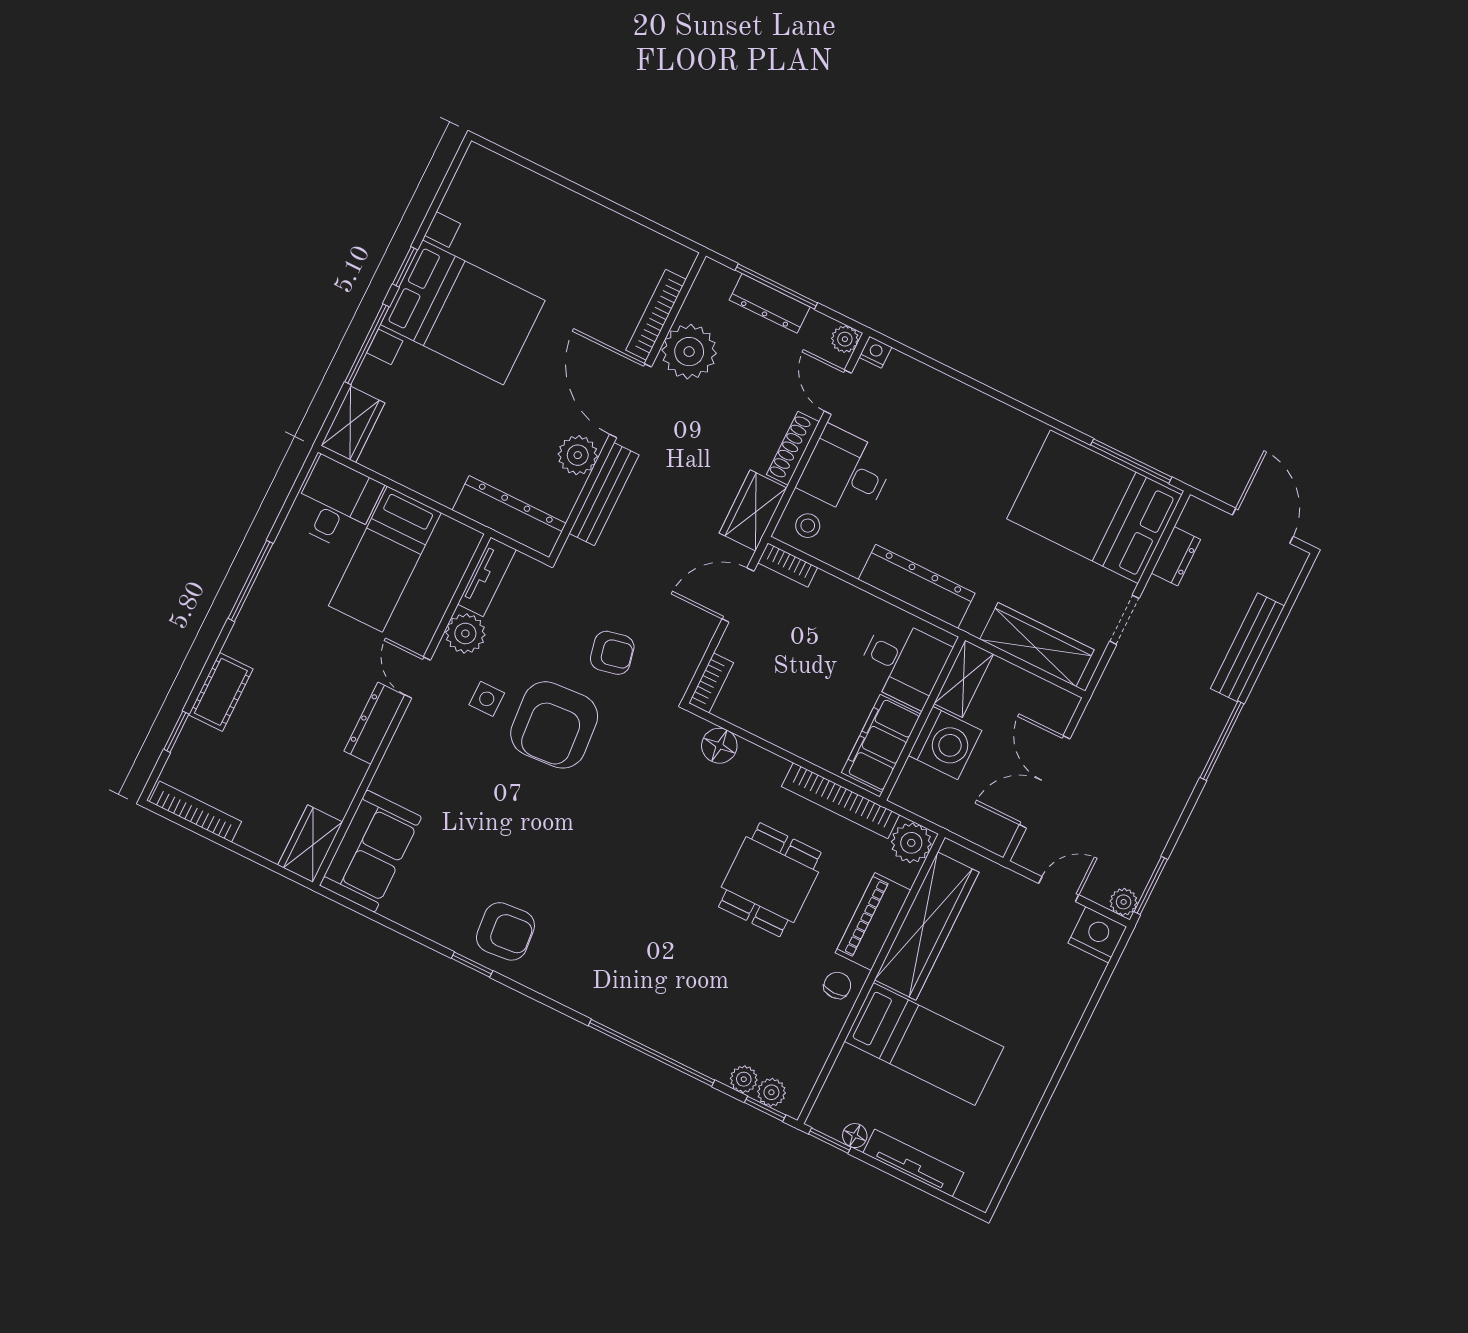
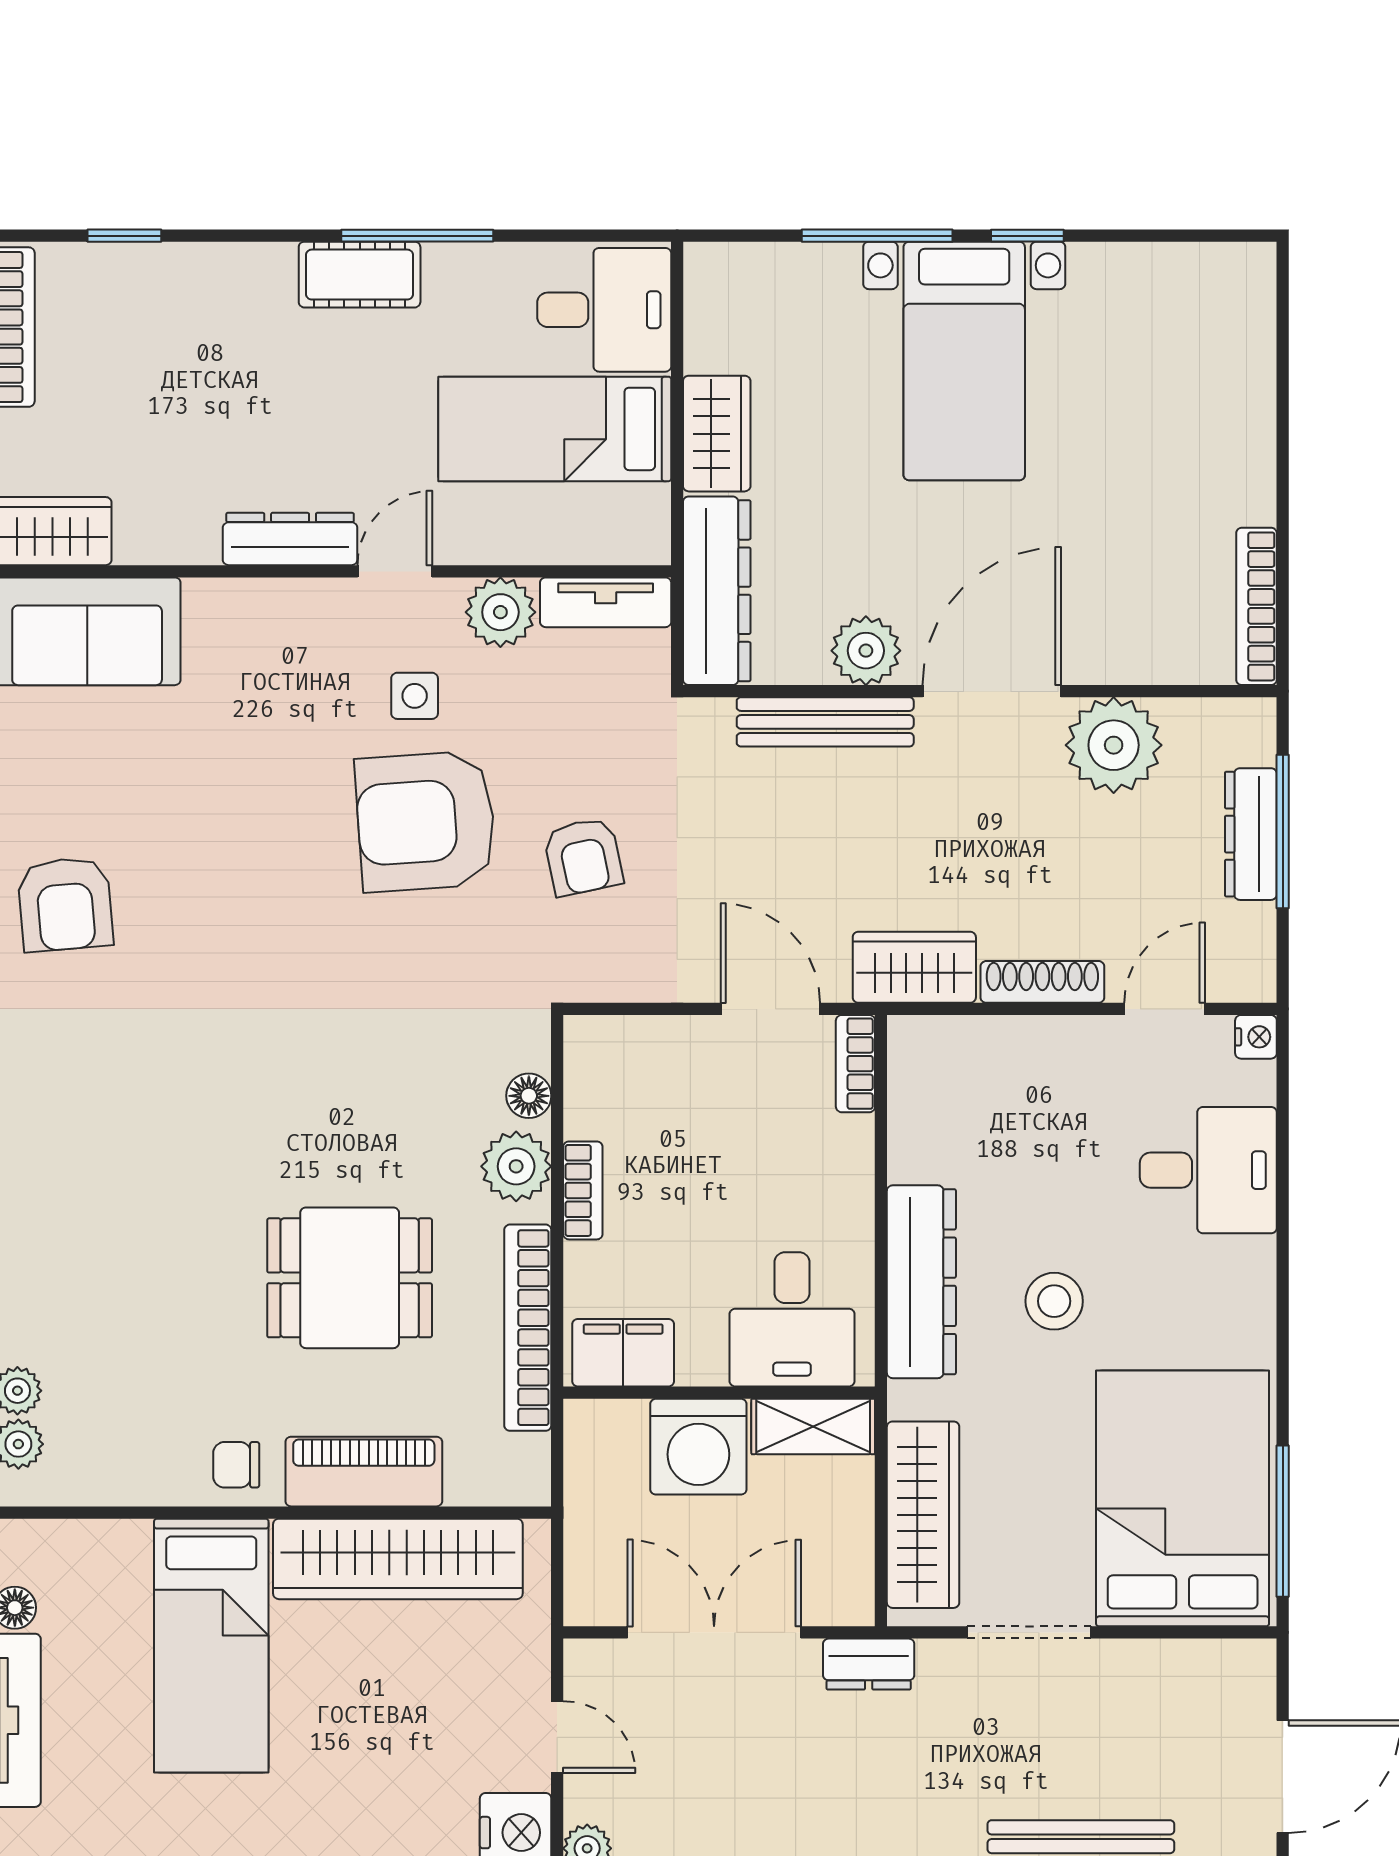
bed with nightstands: (463, 312) -> (964, 361), width x0.73
bookcase: (656, 315) -> (1256, 606), moved, turned -90
plant: (845, 339) -> (1253, 979), removed
wardrobe: (353, 424) -> (717, 434), moved, turned -90
desk: (846, 472) -> (1208, 1170), moved, turned 90
stool: (808, 526) -> (1054, 1301), moved, width x1.37, depth x1.37
dresser: (1176, 556) -> (869, 1664), moved
doorway: (1124, 620) -> (1029, 1632), width x1.38
bookcase: (711, 683) -> (583, 1190), moved, turned -90
cot: (221, 692) -> (360, 275), moved
filing cabinet: (881, 743) -> (623, 1353), width x0.67, depth x0.86
floor lamp: (719, 746) -> (529, 1096), width x0.73, depth x0.73
plant: (911, 843) -> (516, 1166), moved
chair: (837, 985) -> (236, 1465), turned 180

